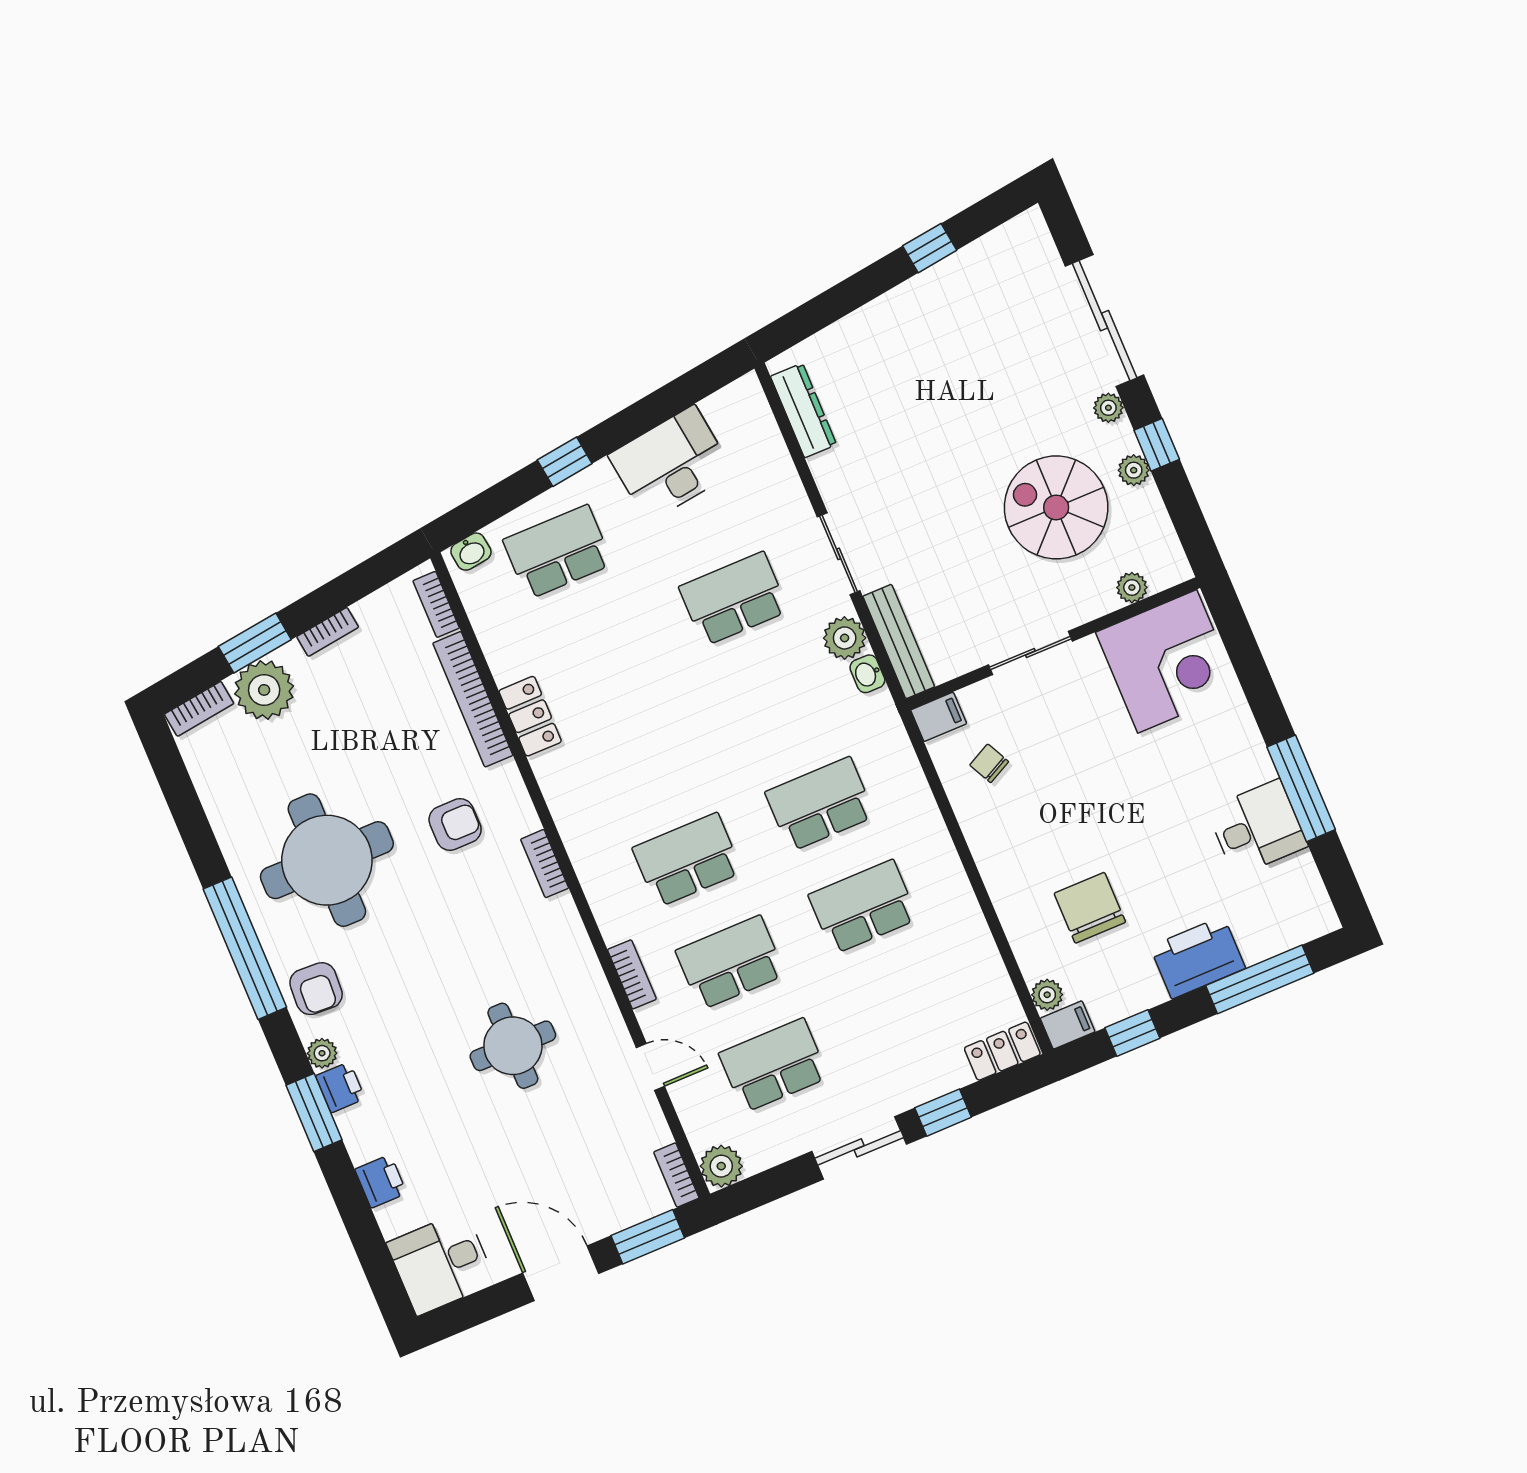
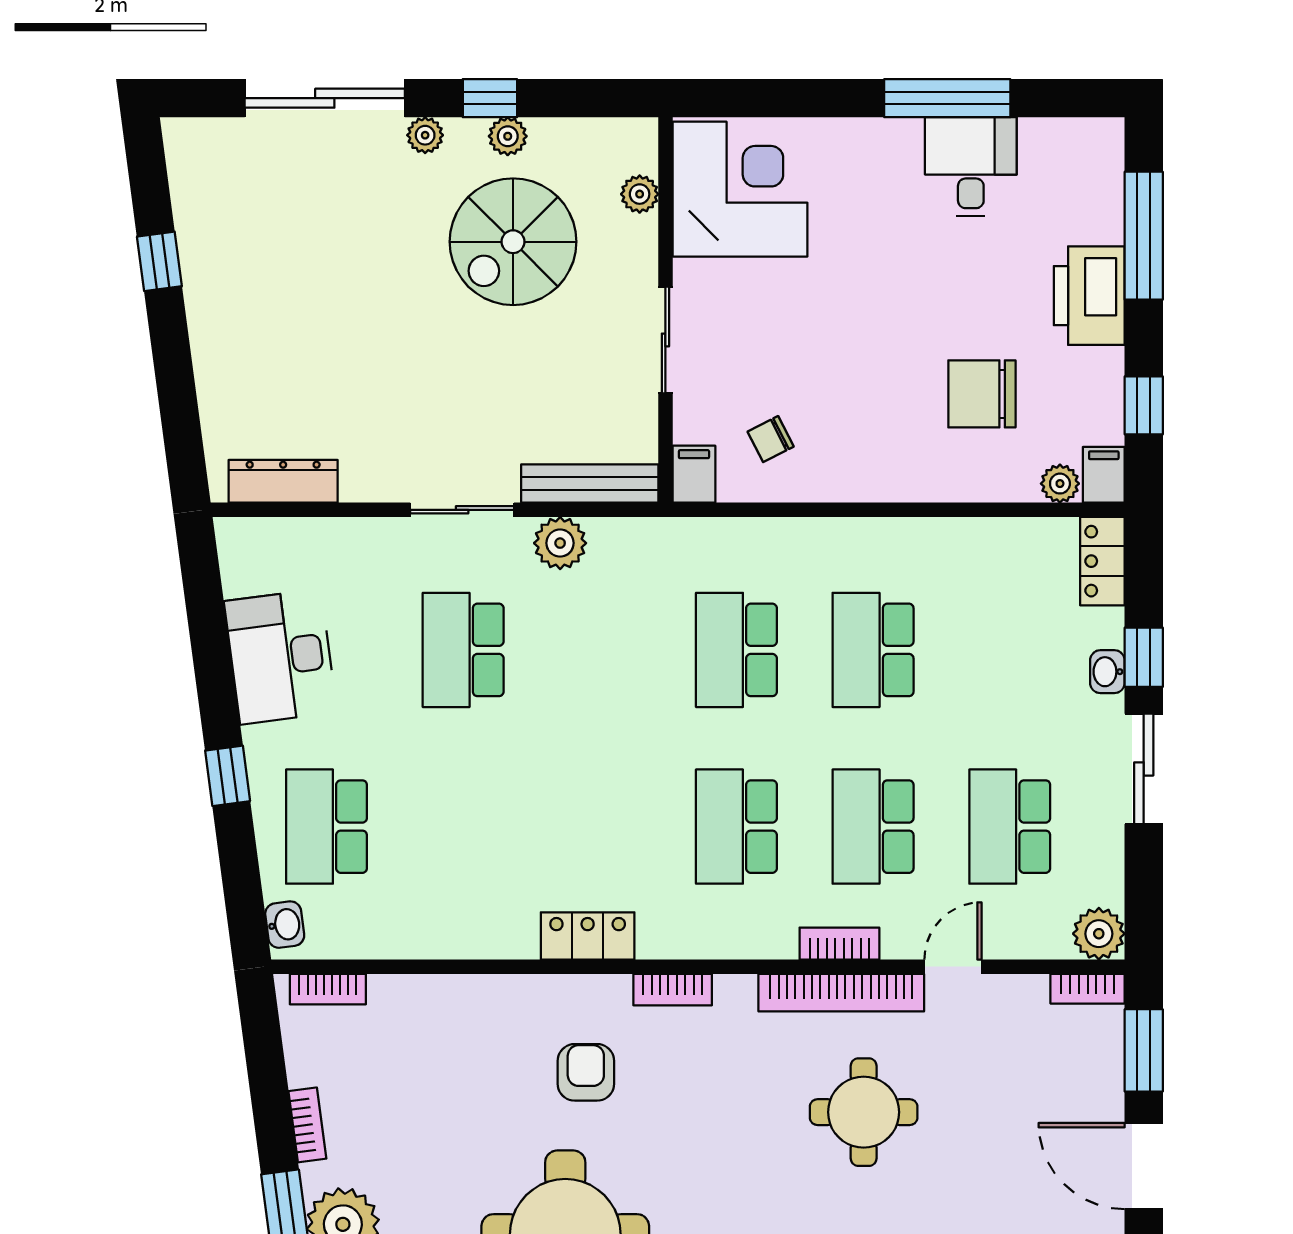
washbasin: (867, 674) -> (1107, 672), moved, turned 90
bookcase: (473, 699) -> (841, 993), moved
locker: (530, 716) -> (588, 936), moved
door: (561, 1273) -> (1144, 1166), hinge flipped

